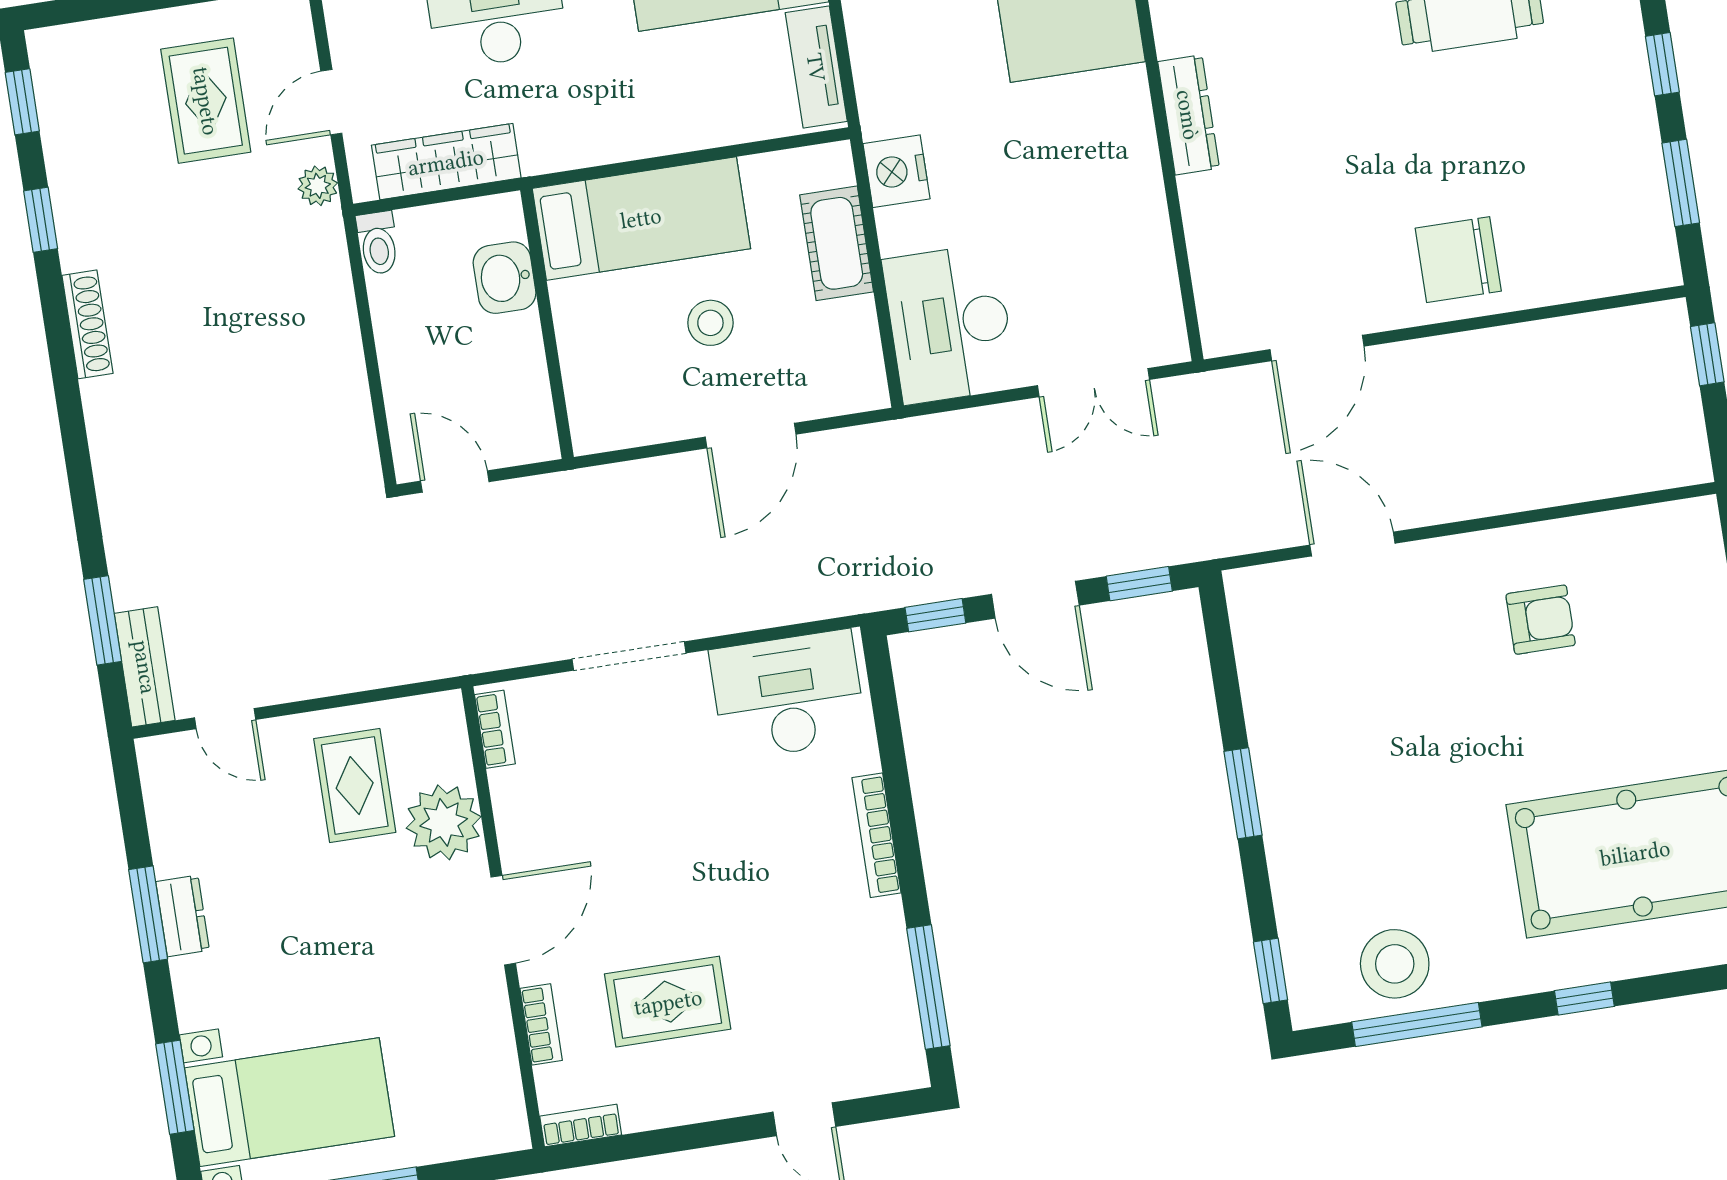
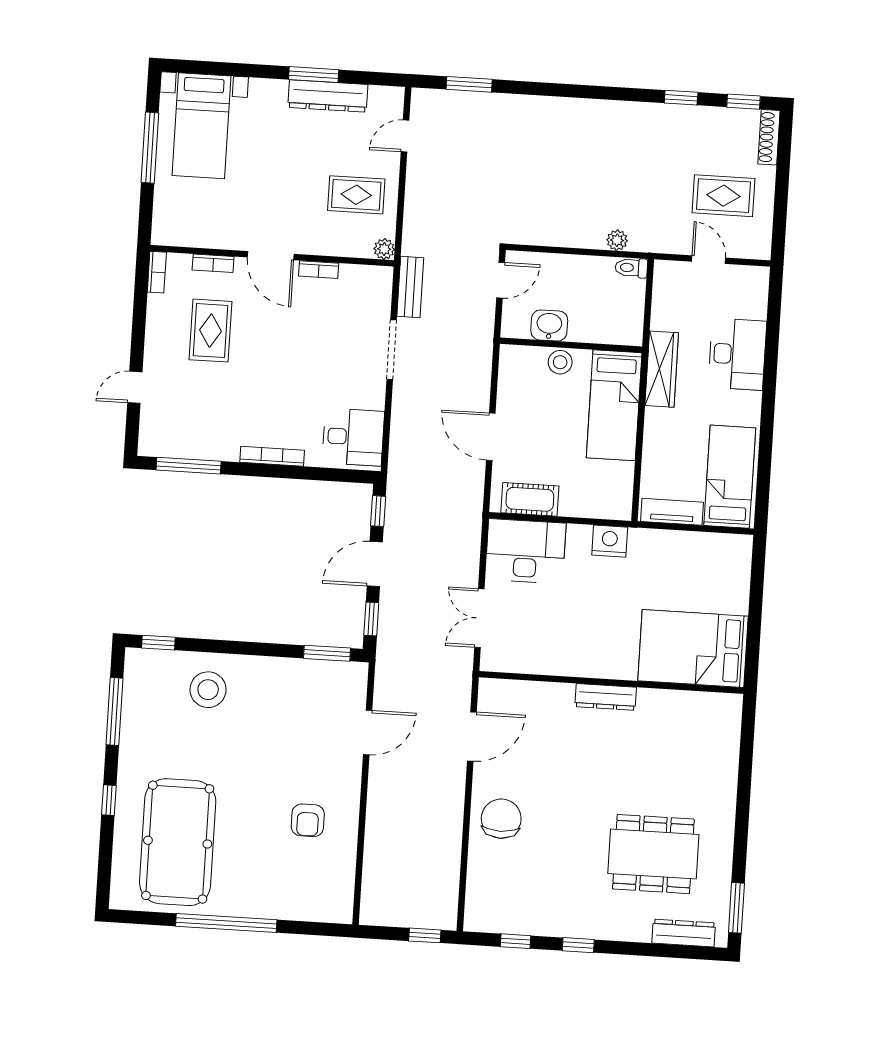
wardrobe: (446, 162) -> (662, 369), moved
window: (1681, 183) -> (515, 941), width x0.67
plant: (318, 186) -> (617, 240), moved
cot: (837, 243) -> (530, 499), moved
washbasin: (505, 278) -> (549, 325), moved
stool: (710, 323) -> (560, 362), moved
shoe rack: (87, 324) -> (769, 137), moved, turned 90
door: (1317, 348) -> (472, 736), swing flipped
bench: (145, 667) -> (410, 287), moved, turned 90
desk: (788, 695) -> (353, 437), width x0.73
bookcase: (495, 729) -> (319, 270), moved
window: (1243, 793) -> (327, 653), moved
plant: (444, 822) -> (384, 249), moved, width x0.53, depth x0.53
dresser: (183, 916) -> (328, 96), width x1.96, depth x1.24
stool: (1395, 964) -> (208, 690), moved
window: (175, 1087) -> (222, 69), removed

